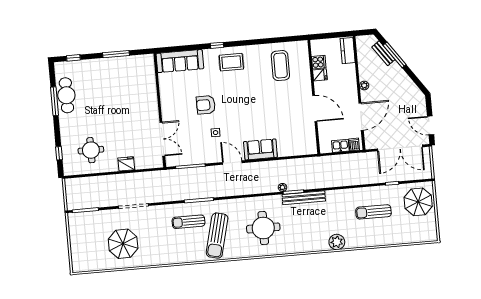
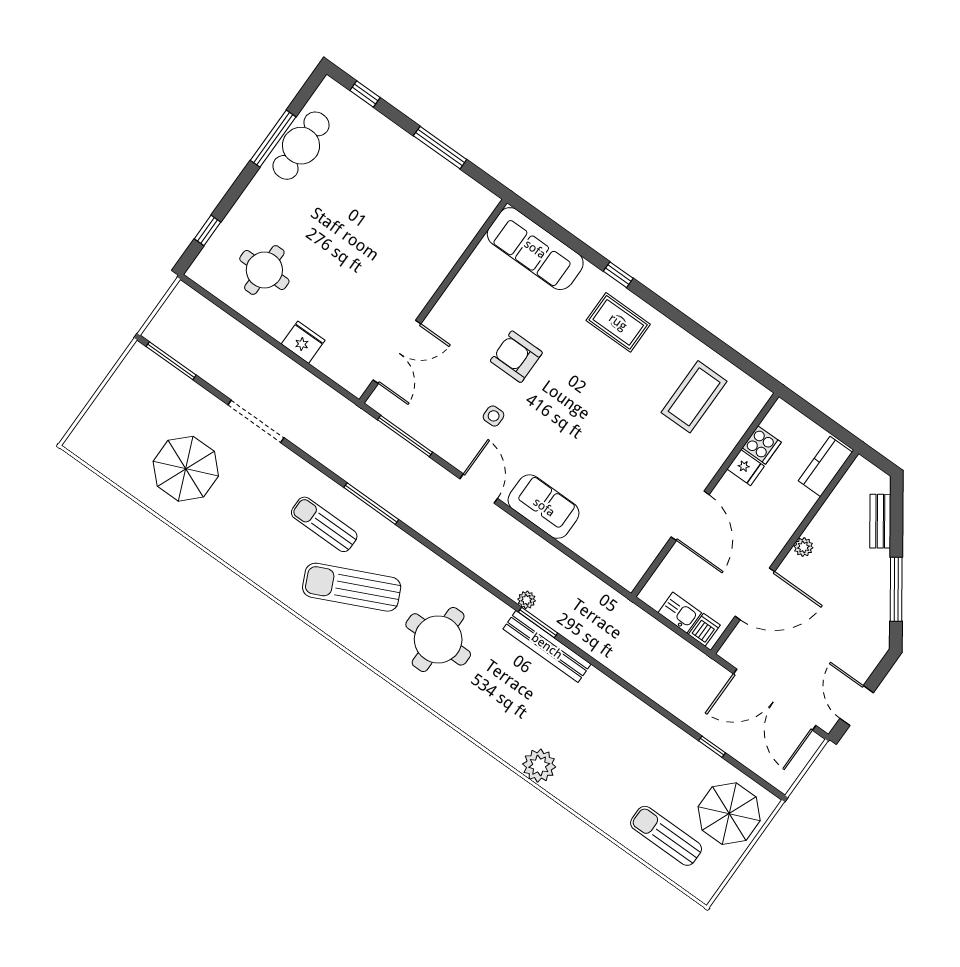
window: (395, 55) -> (896, 589), moved
sun lounger: (373, 212) -> (666, 836), moved
sun lounger: (217, 236) -> (352, 587), turned 51

